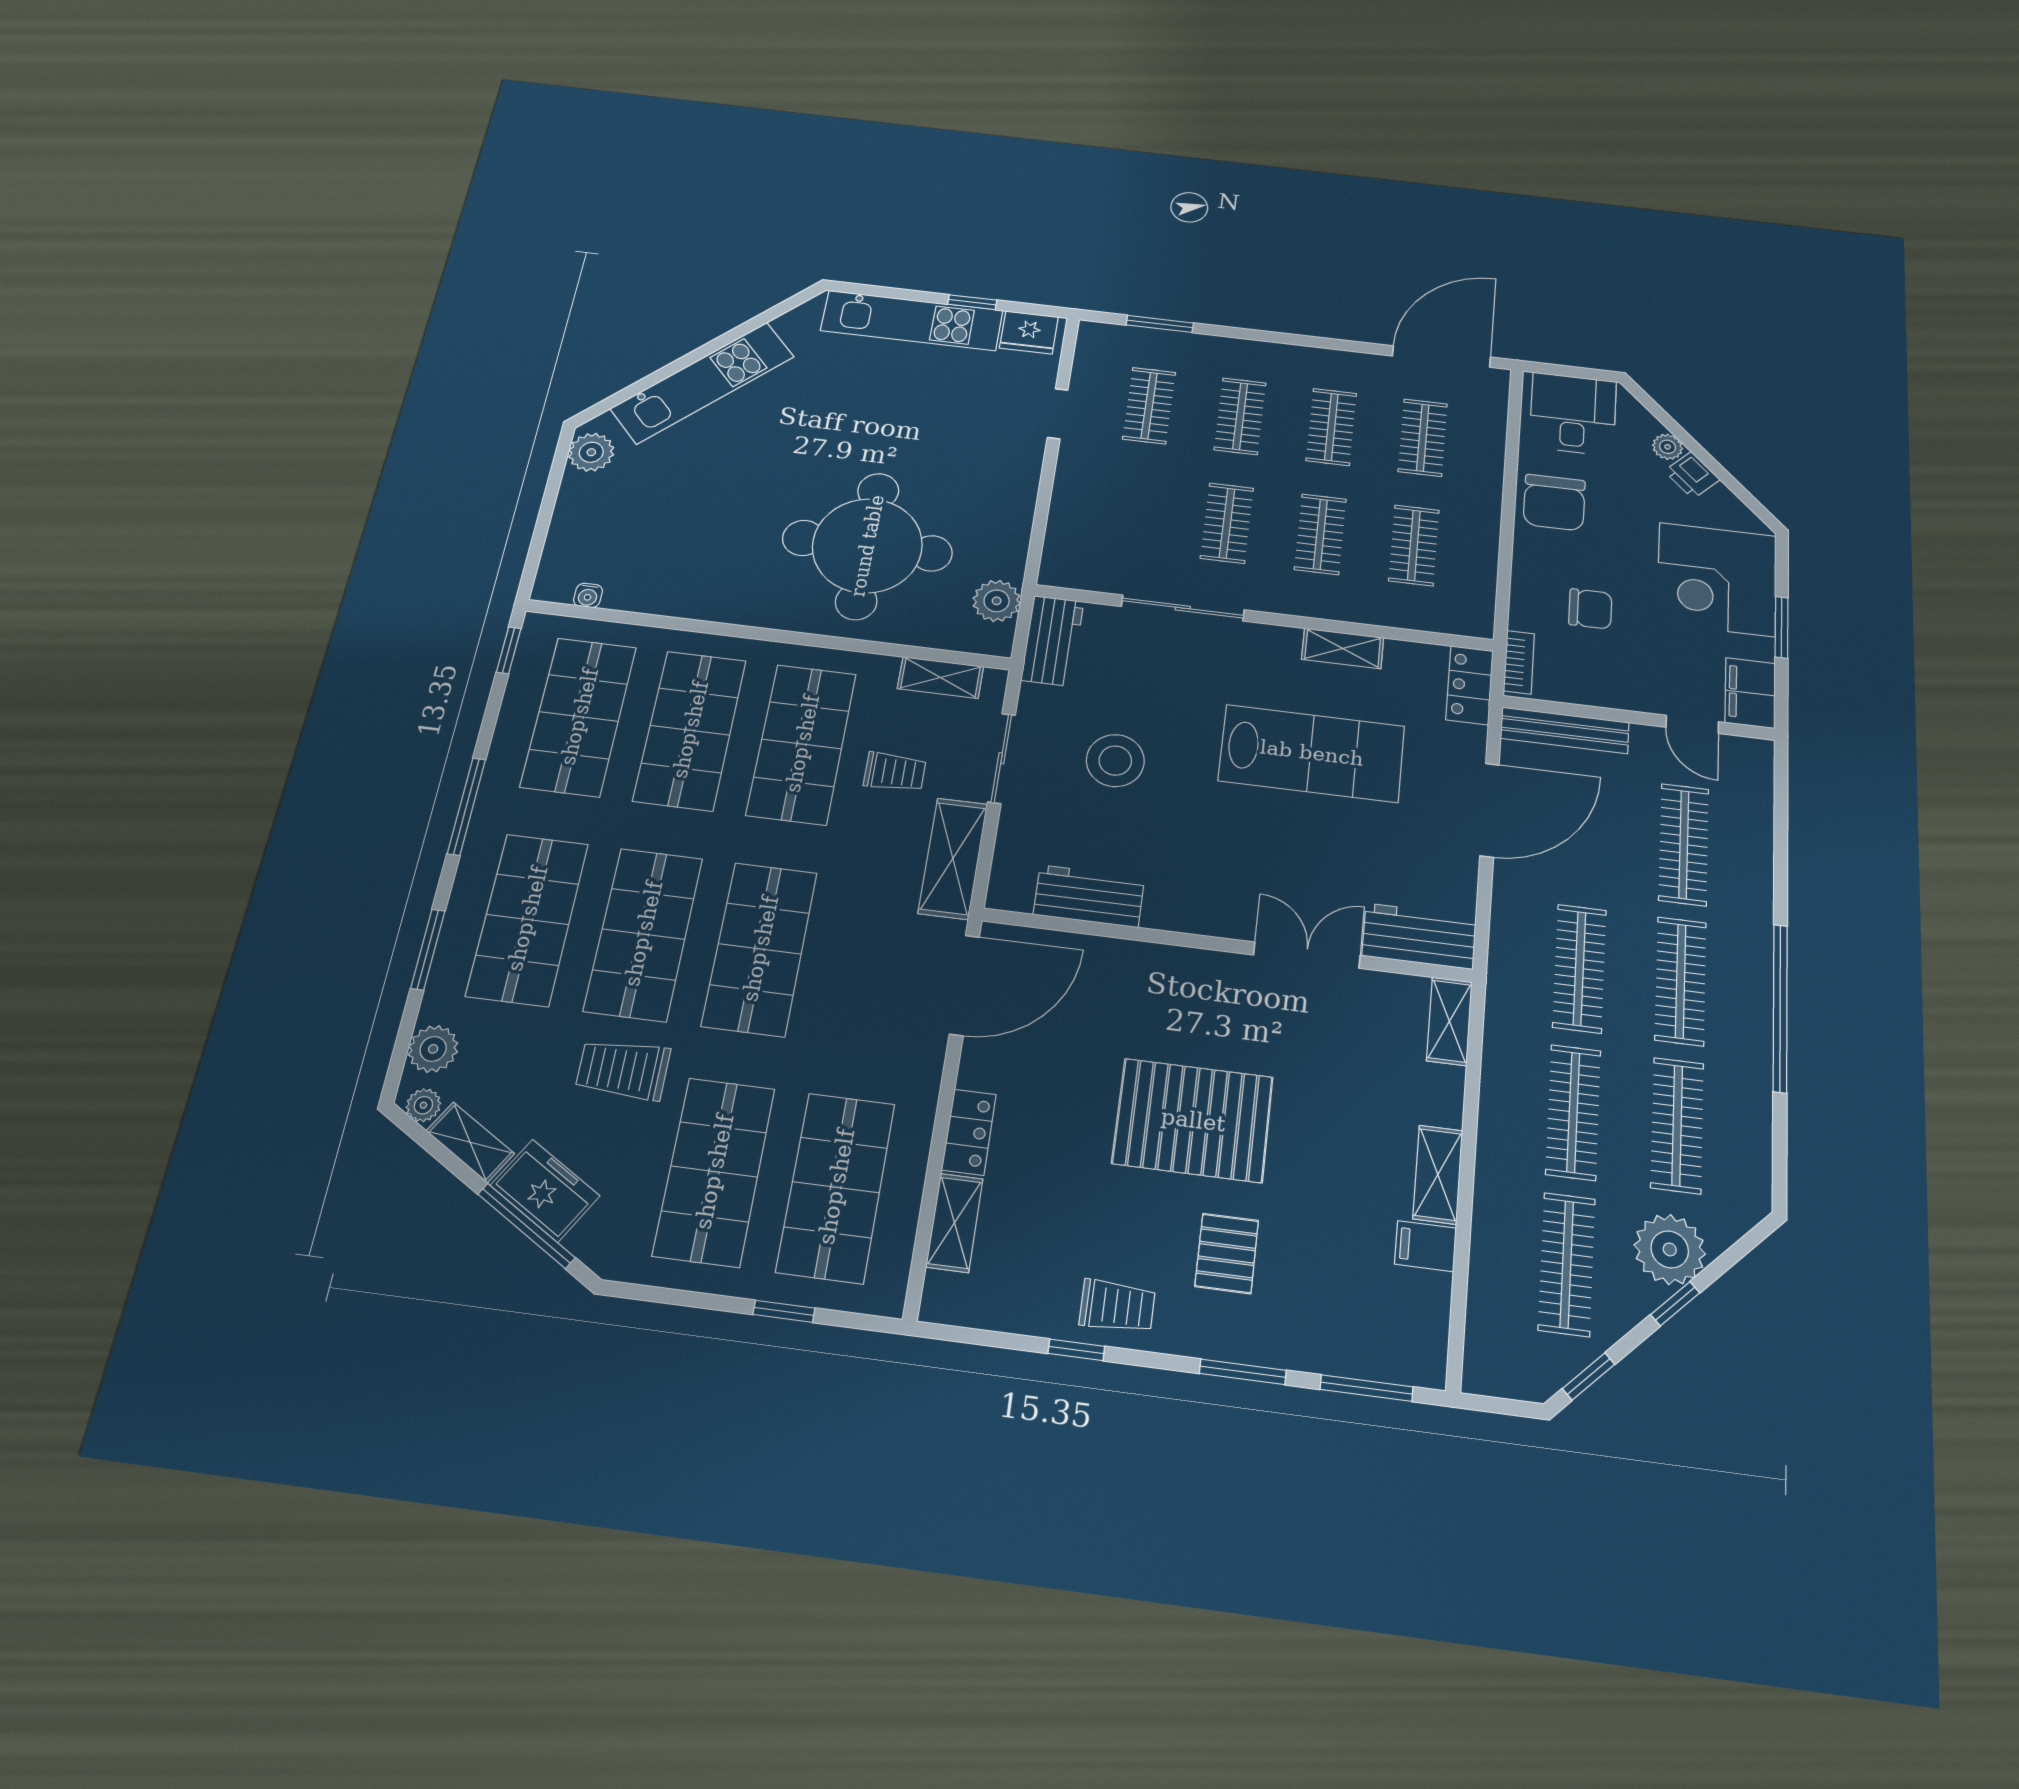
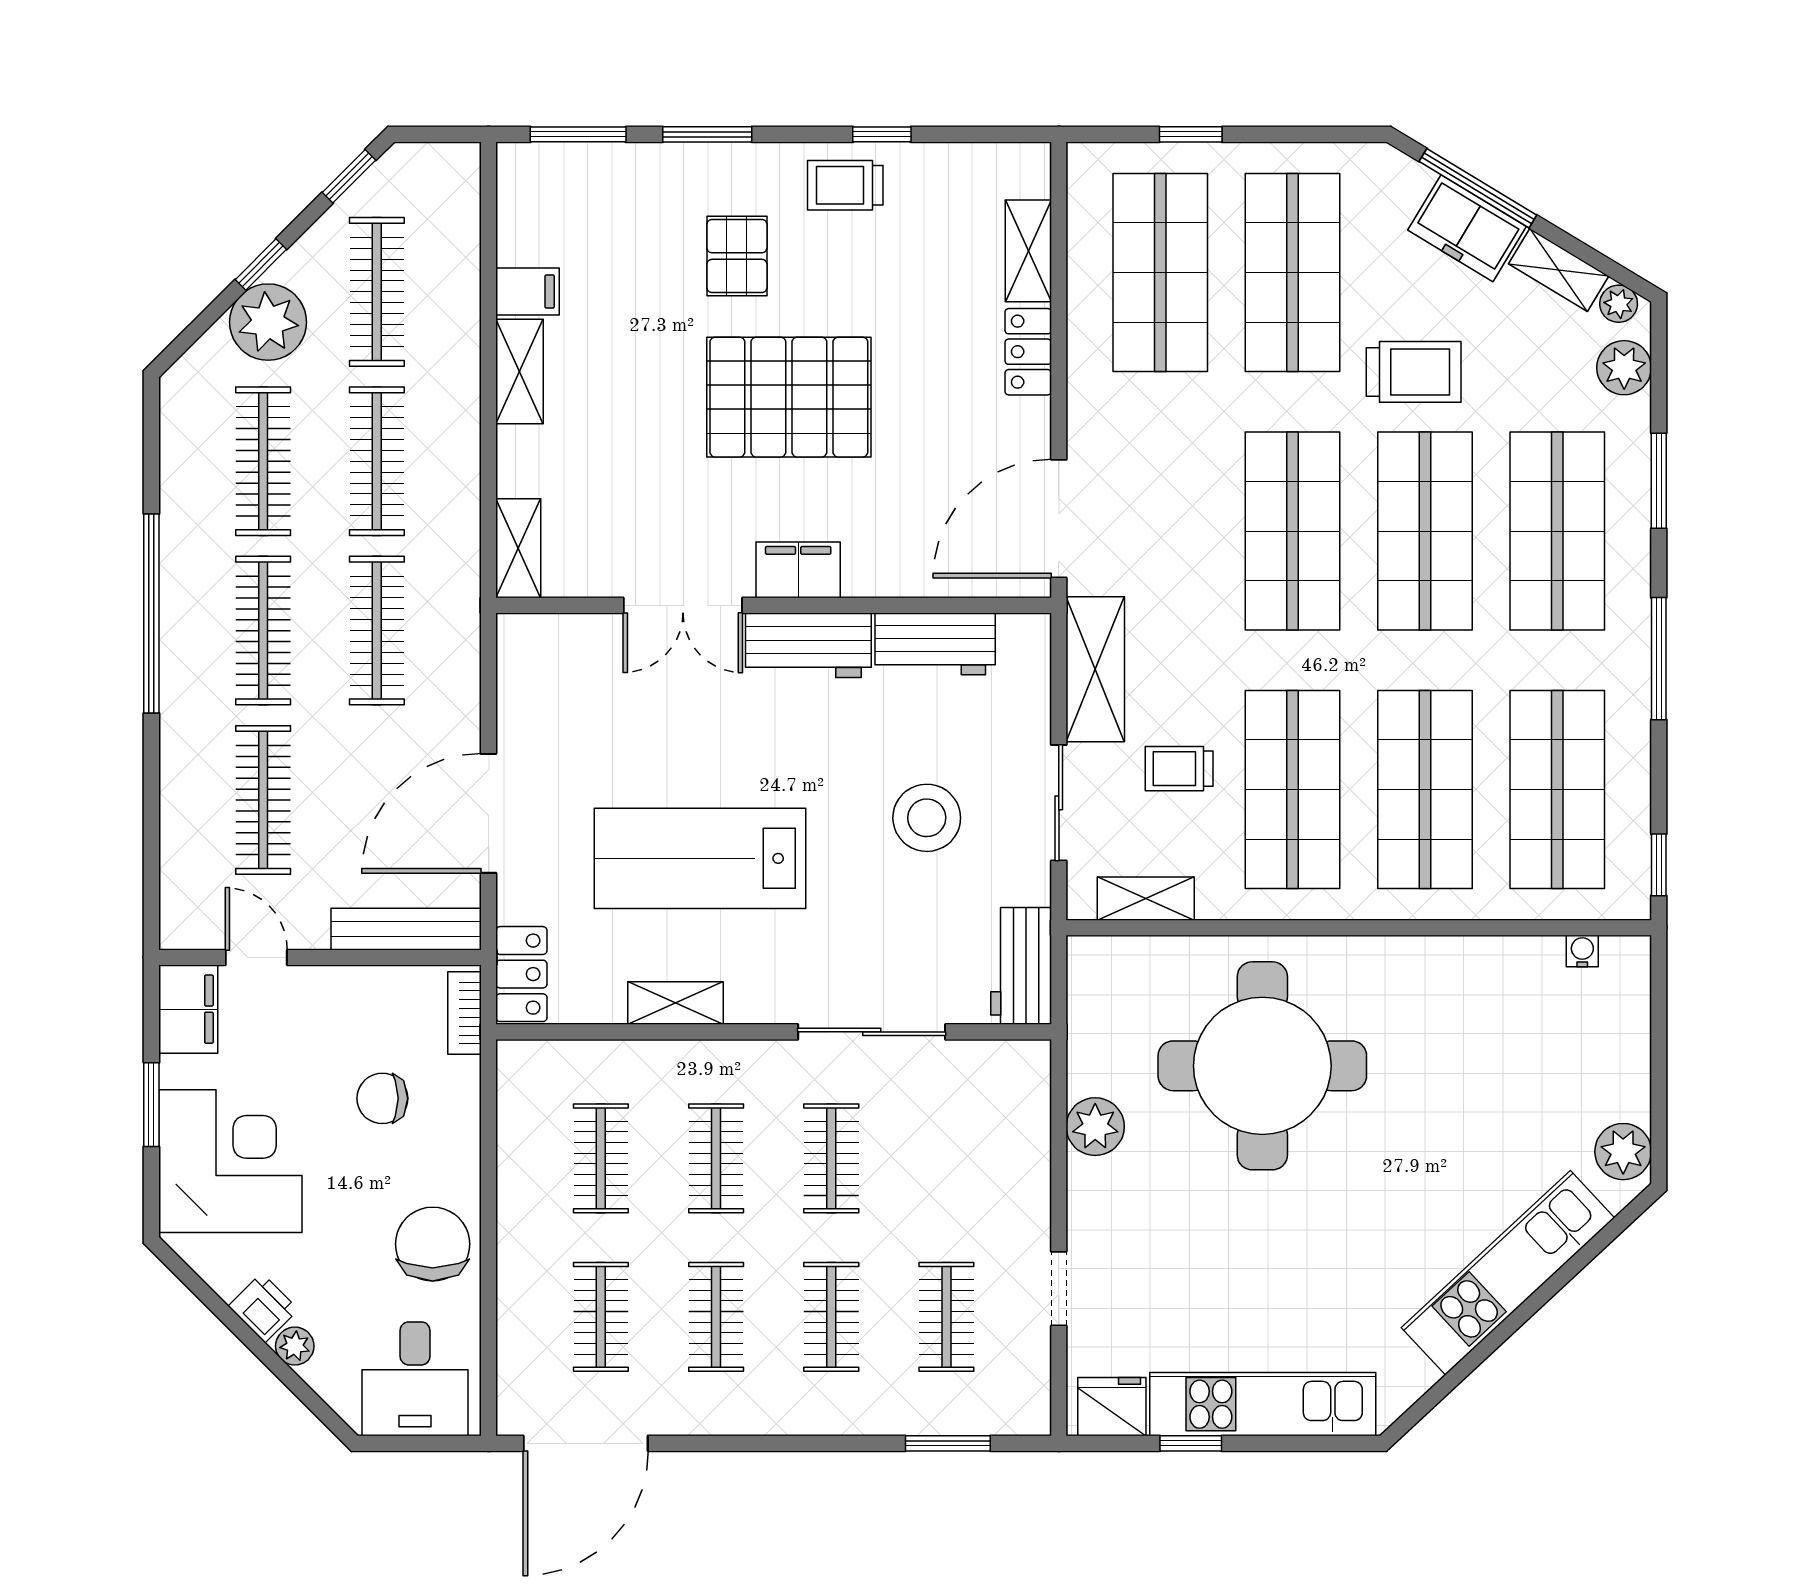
plant: (997, 601) -> (1095, 1127), moved
workbench: (1419, 936) -> (808, 645), moved
filing cabinet: (1202, 972) -> (798, 570), added

